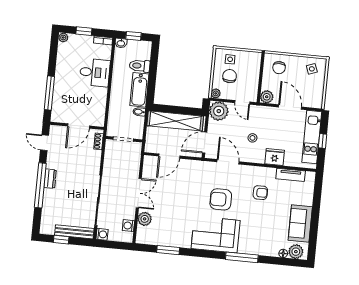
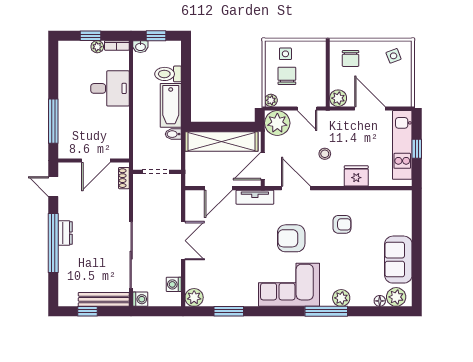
plant: (63, 38) -> (97, 47), moved
tv unit: (291, 175) -> (255, 197), moved
plant: (145, 219) -> (194, 297), moved
plant: (254, 248) -> (341, 298), added

